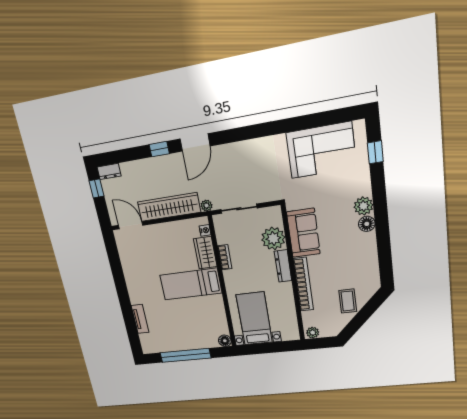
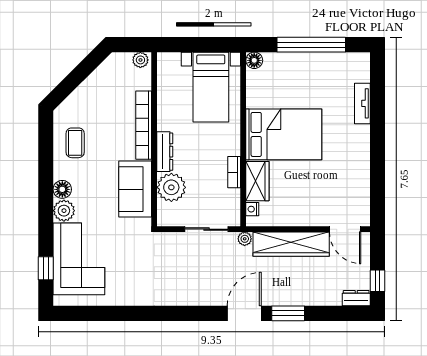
window: (159, 149) -> (288, 313), width x1.50
corner sofa: (321, 150) -> (79, 259), moved, turned 90
bed: (191, 284) -> (284, 134), width x1.50
coffee table: (348, 301) -> (75, 143), moved

